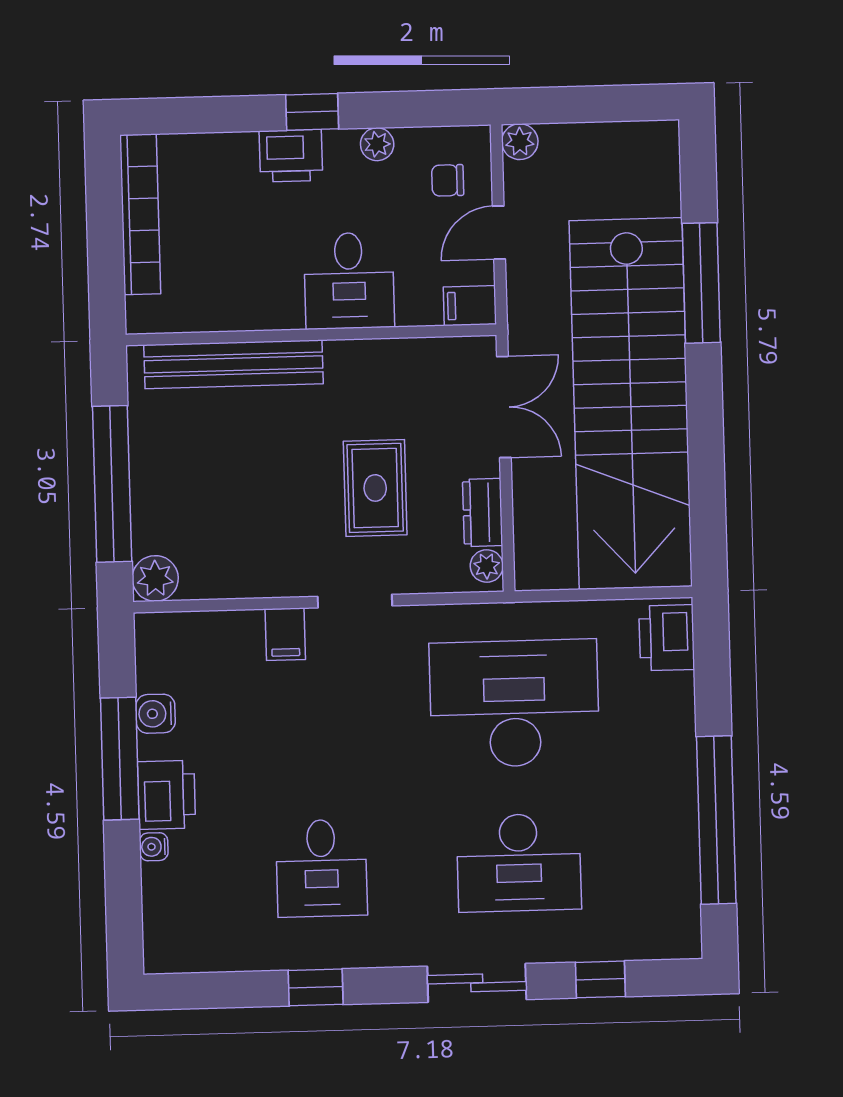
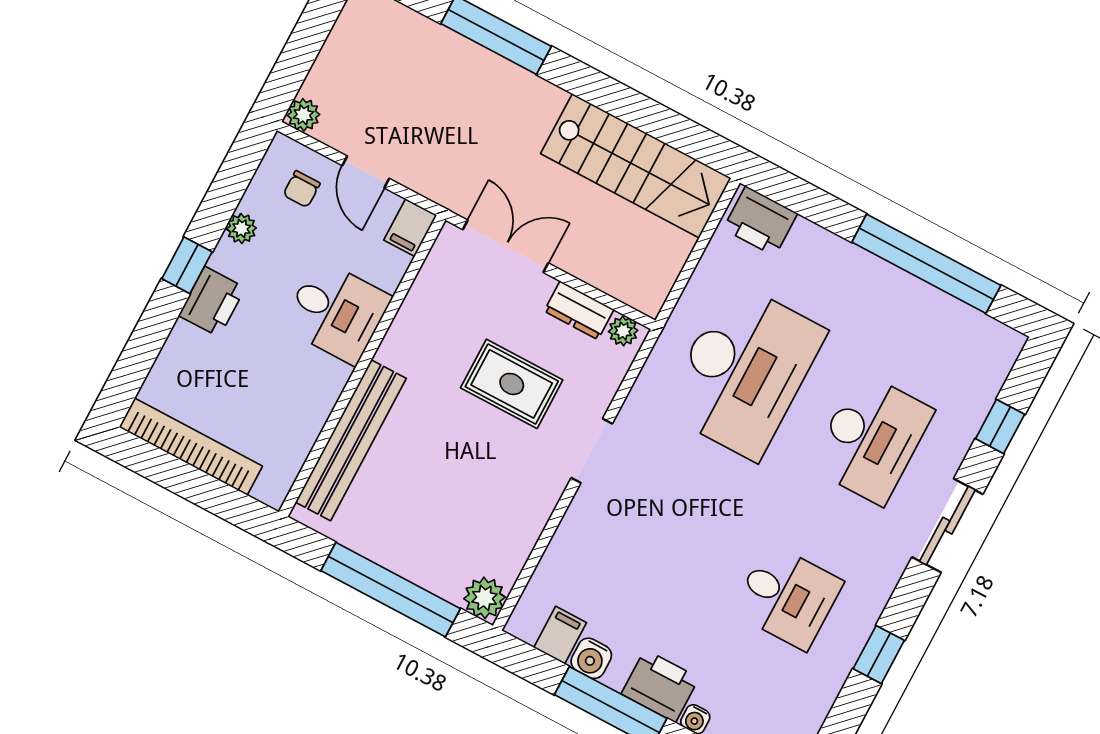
stairs: (631, 404) -> (636, 166), width x0.54, depth x0.66
filing cabinet: (285, 634) -> (560, 635), moved, turned -90
desk: (514, 703) -> (744, 371), turned 180

